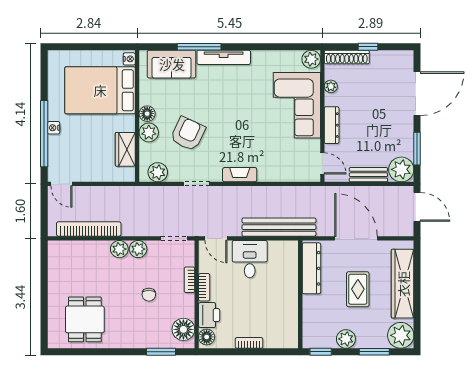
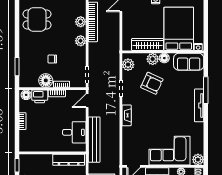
sofa: (172, 64) -> (189, 62), moved, turned -90
wardrobe: (125, 149) -> (147, 45), width x1.50
plant: (138, 249) -> (81, 22), moved
desk: (250, 259) -> (74, 132), moved
floor lamp: (183, 329) -> (46, 80), moved

